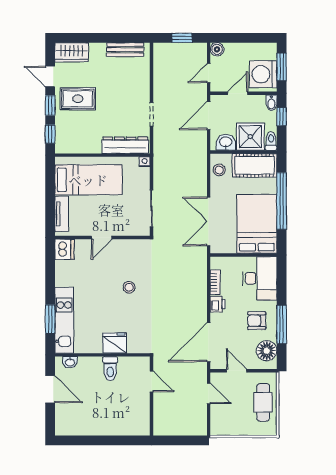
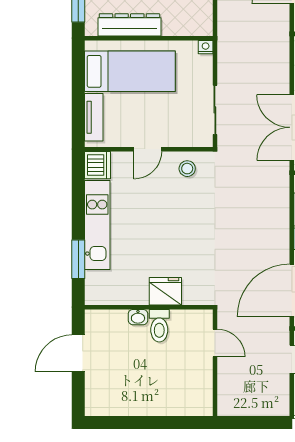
dresser: (125, 145) -> (129, 25), moved
stool: (129, 287) -> (187, 169), moved
kitchen unit: (64, 320) -> (97, 225), moved
washbasin: (70, 362) -> (138, 317), moved
door: (50, 389) -> (78, 353), swing flipped

